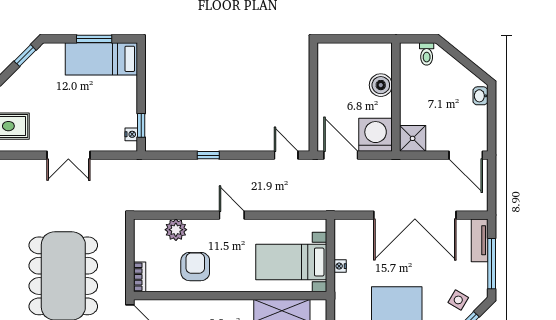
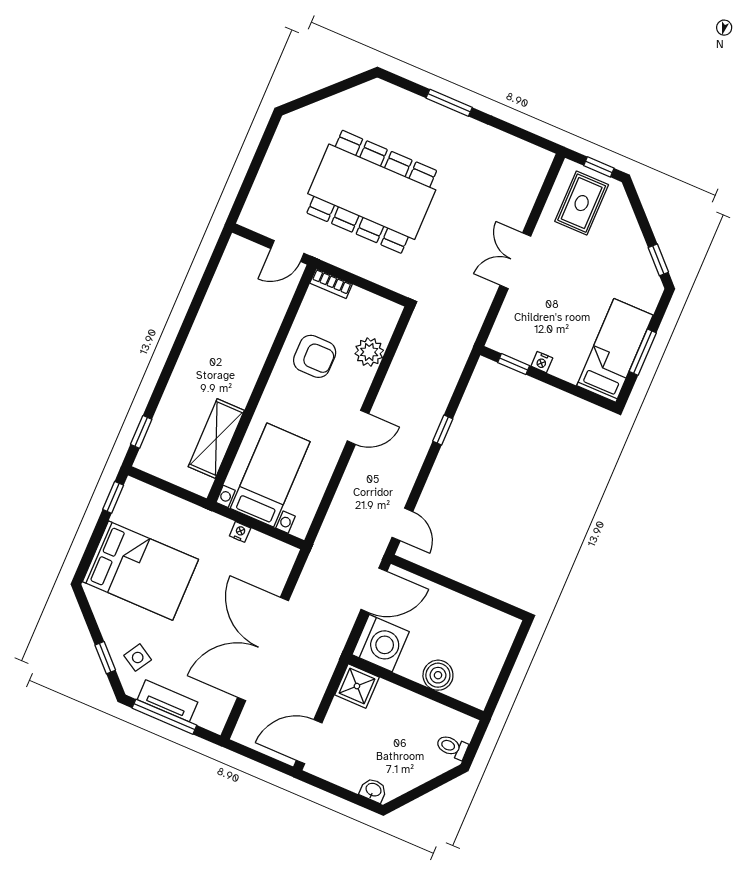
nightstand: (131, 134) -> (542, 362), moved
door: (286, 155) -> (402, 524), hinge flipped
tv unit: (480, 240) -> (168, 701), moved

